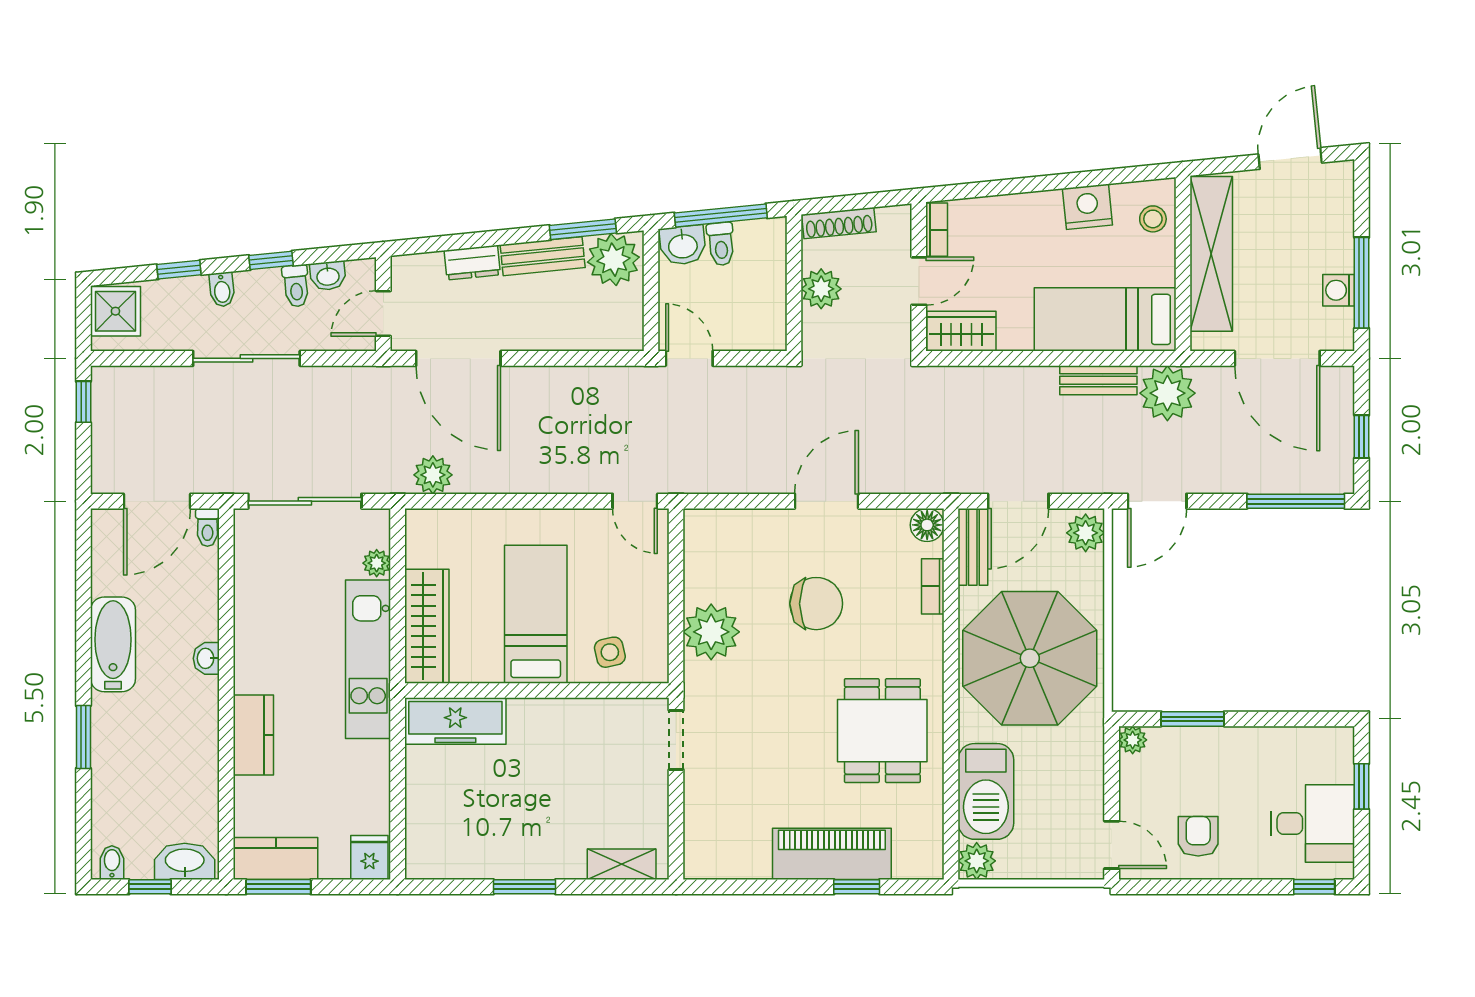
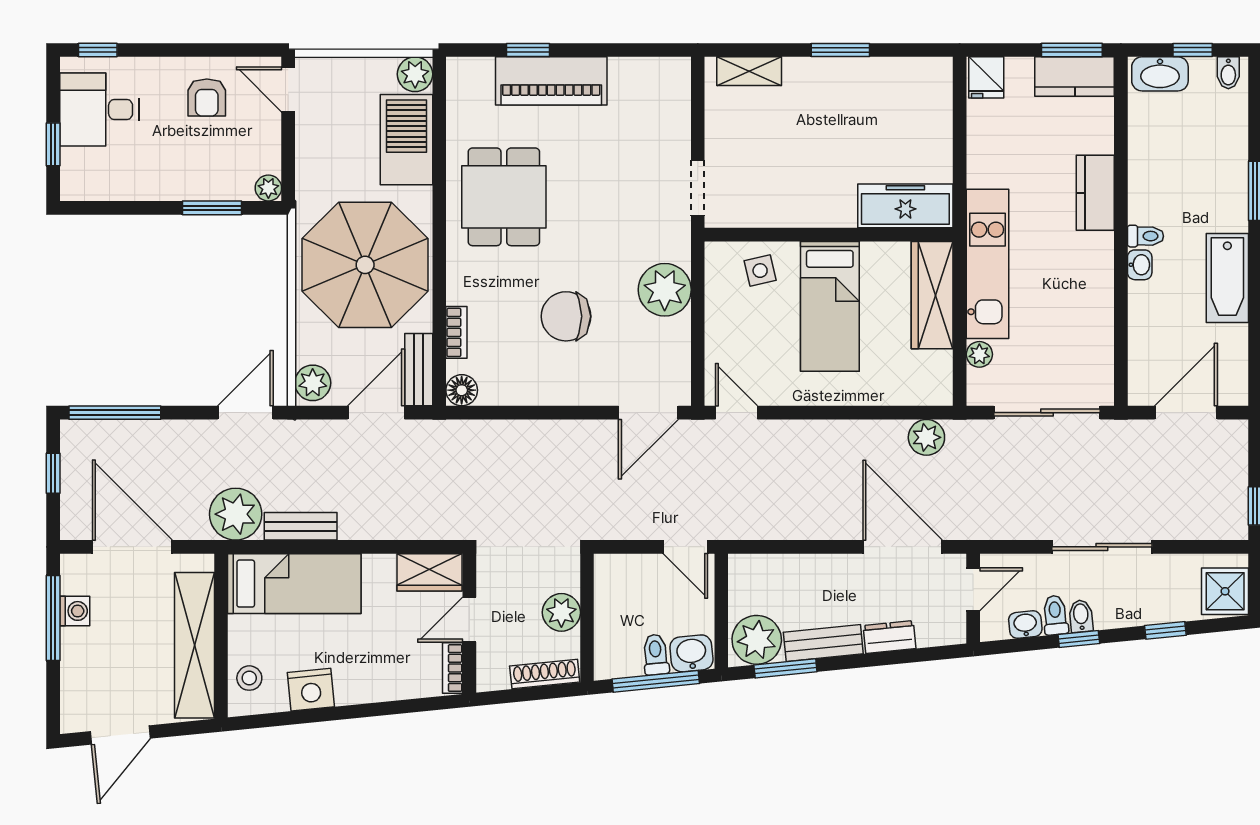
bidet: (222, 290) -> (1081, 616), moved
door: (827, 501) -> (648, 413), moved
toilet: (207, 527) -> (1145, 236), moved, turned 90

